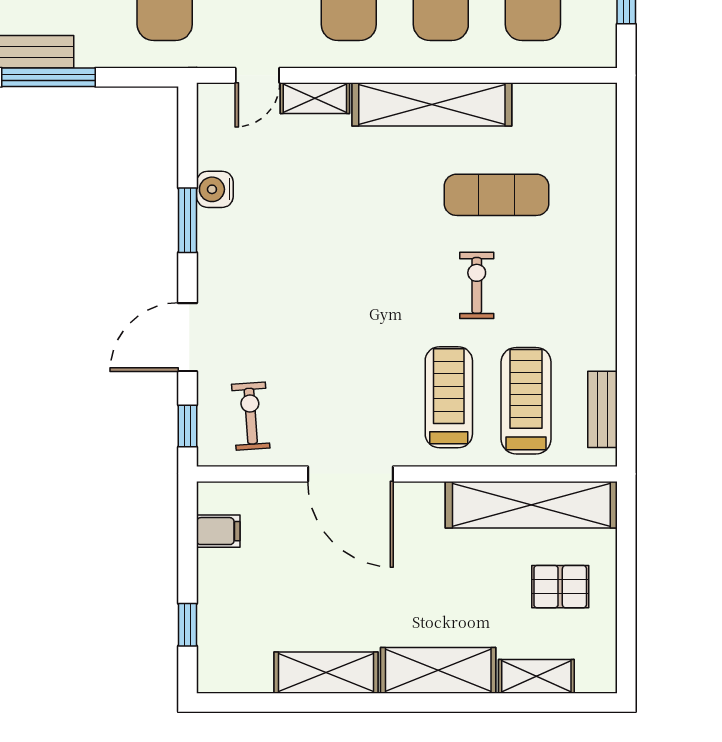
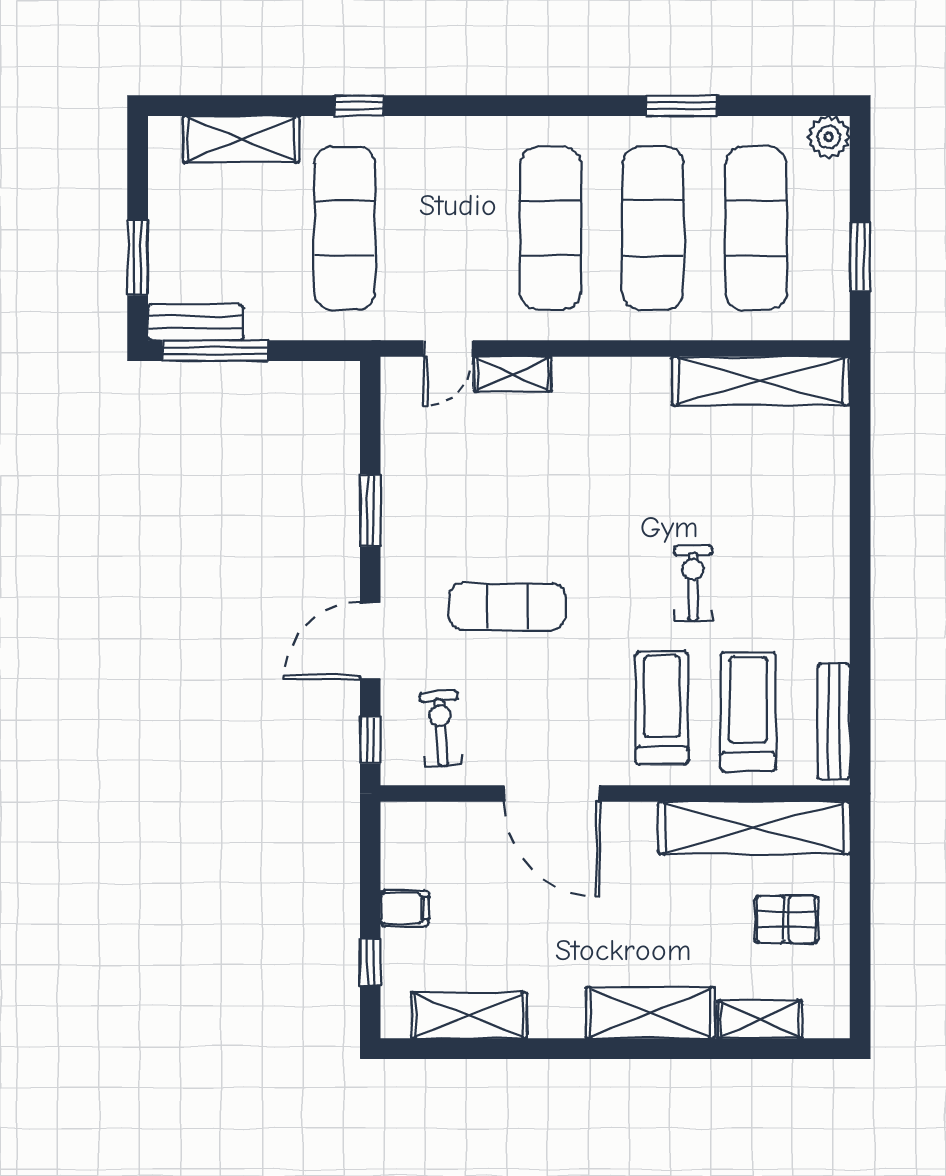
shelving: (432, 104) -> (761, 381), moved
water cooler: (215, 189) -> (401, 476), removed
exercise mat: (497, 195) -> (507, 606), moved
bench: (603, 409) -> (834, 721), width x1.36
filing cabinet: (218, 531) -> (405, 908), moved
shelving: (326, 673) -> (469, 1015), moved

